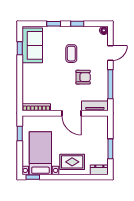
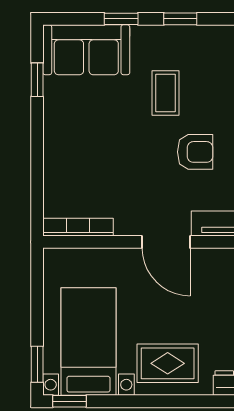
sofa: (32, 45) -> (86, 50), moved, turned 90
window: (20, 134) -> (37, 364), moved

